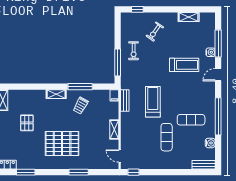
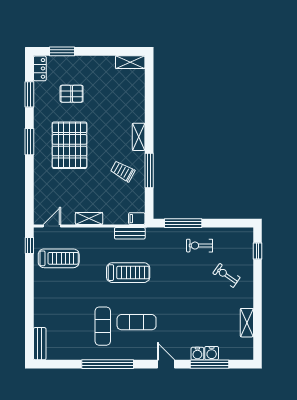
treadmill: (184, 65) -> (59, 258), moved, turned -90
pallet: (27, 123) -> (72, 94), moved
exercise mat: (167, 137) -> (137, 322), moved
water cooler: (210, 143) -> (212, 353), moved
window: (79, 172) -> (29, 142), moved

